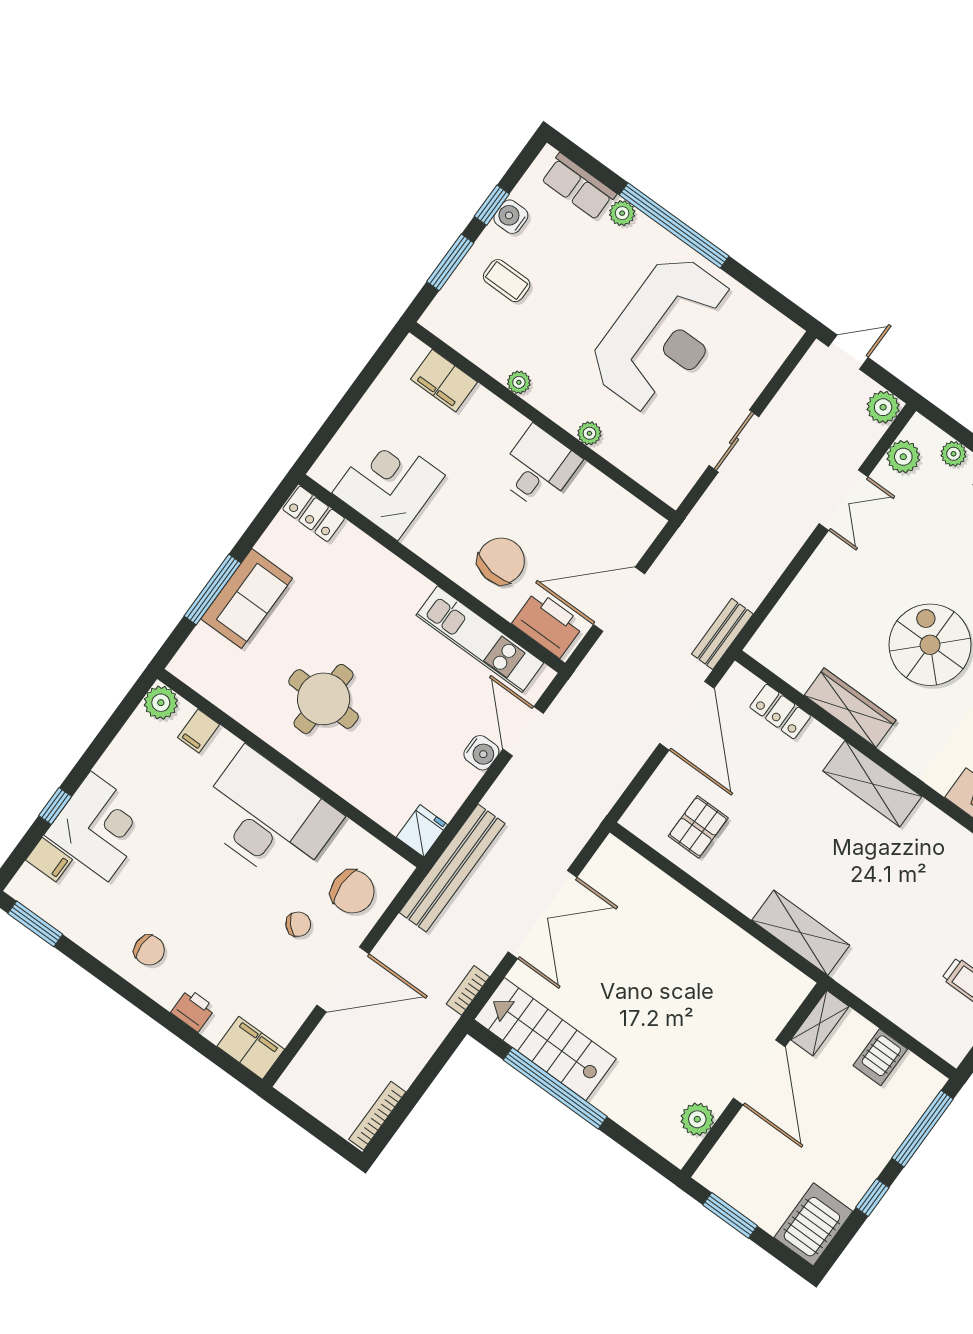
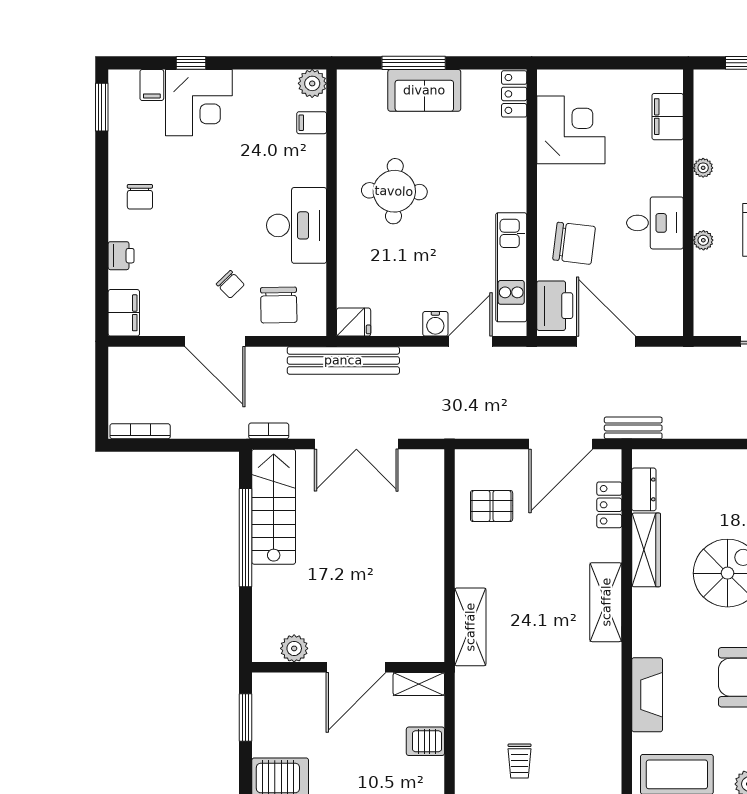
dresser: (790, 667) -> (644, 489), added
desk: (268, 817) -> (297, 225), width x0.73, depth x0.77

